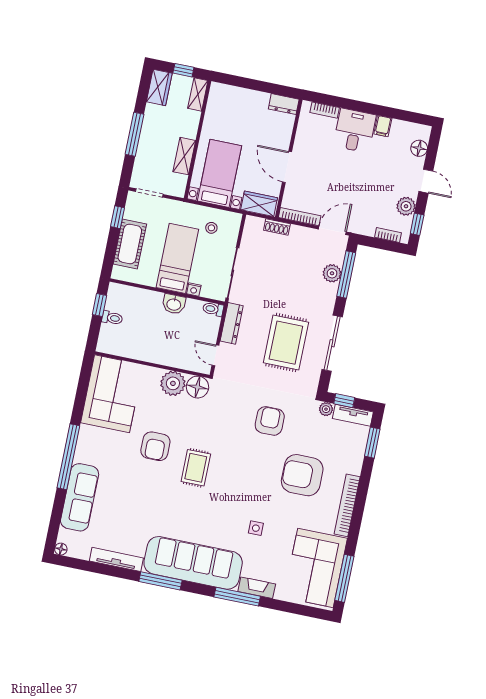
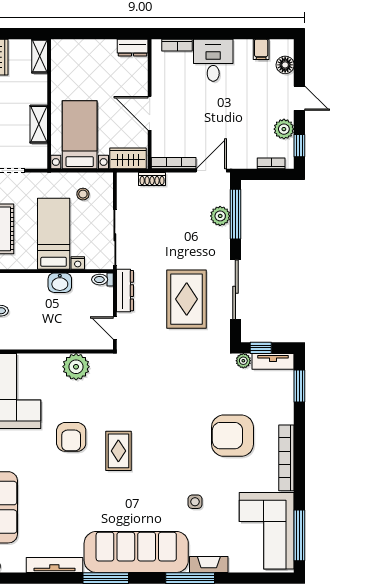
window: (183, 70) -> (19, 34), removed
filing cabinet: (383, 126) -> (261, 49), moved
floor lamp: (197, 387) -> (103, 365), removed
armchair: (270, 421) -> (186, 385), removed

